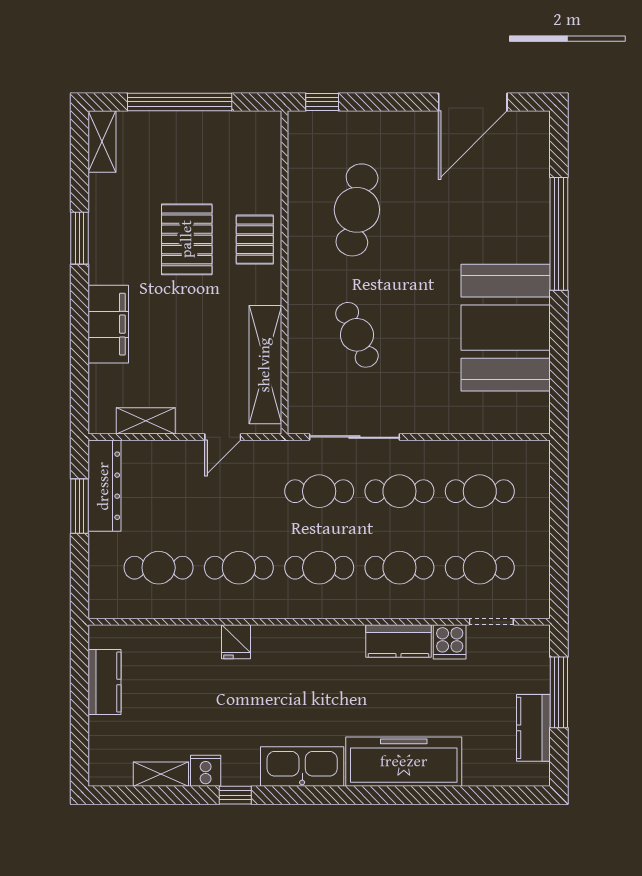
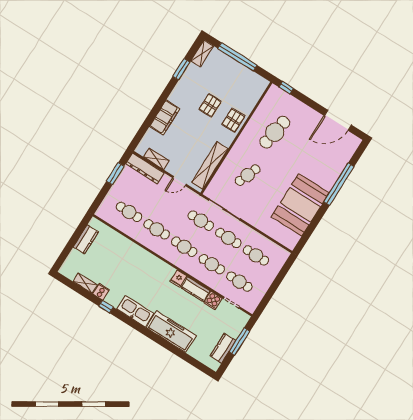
window: (79, 238) -> (181, 69), moved
pallet: (187, 239) -> (210, 105), width x0.67, depth x0.71
cafe table: (357, 335) -> (248, 175), turned 45
dresser: (104, 486) -> (145, 168), moved, turned 90
fridge: (236, 642) -> (178, 279), moved

